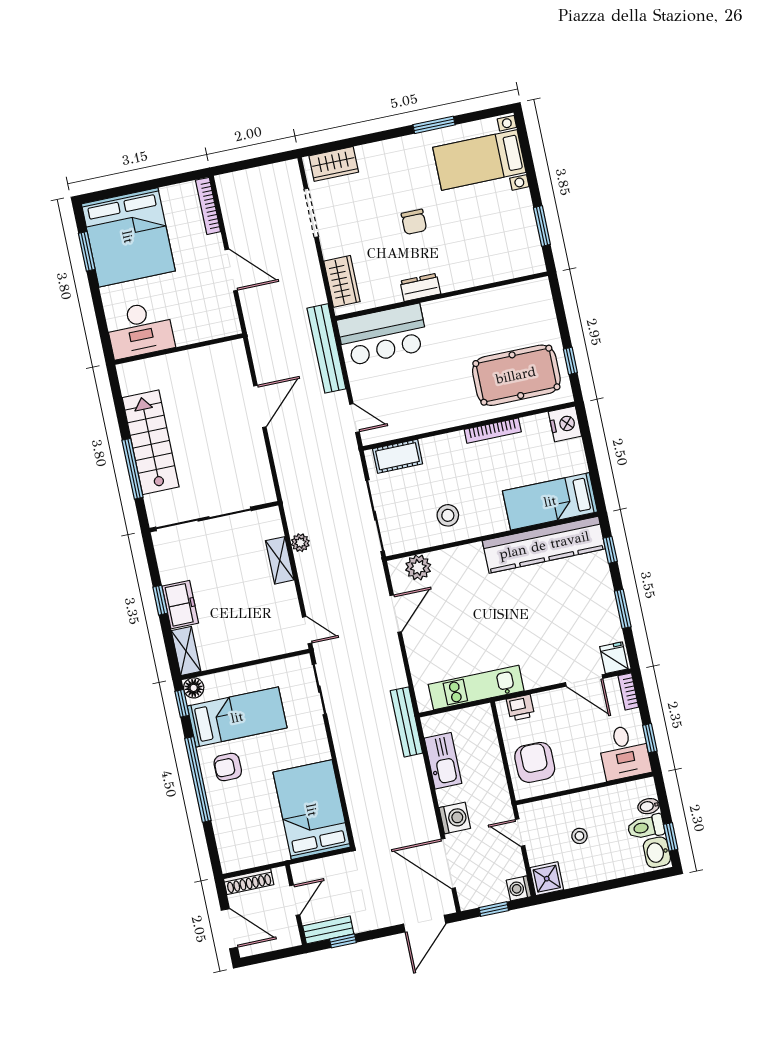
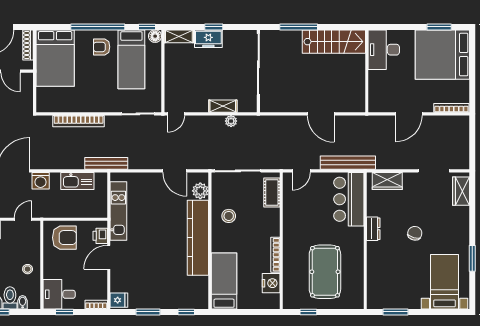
chair: (414, 222) -> (415, 233), turned 105
pool table: (516, 375) -> (325, 272), moved
nightstand: (565, 424) -> (271, 283), moved, turned -90
stairs: (151, 442) -> (334, 42), moved
kitchen counter: (544, 545) -> (198, 238), moved
door: (584, 680) -> (109, 257), moved
armchair: (228, 767) -> (102, 47), turned -90
bookcase: (350, 779) -> (79, 121), added
bed: (312, 810) -> (55, 58), moved, turned 90
stool: (579, 836) -> (28, 269), moved

